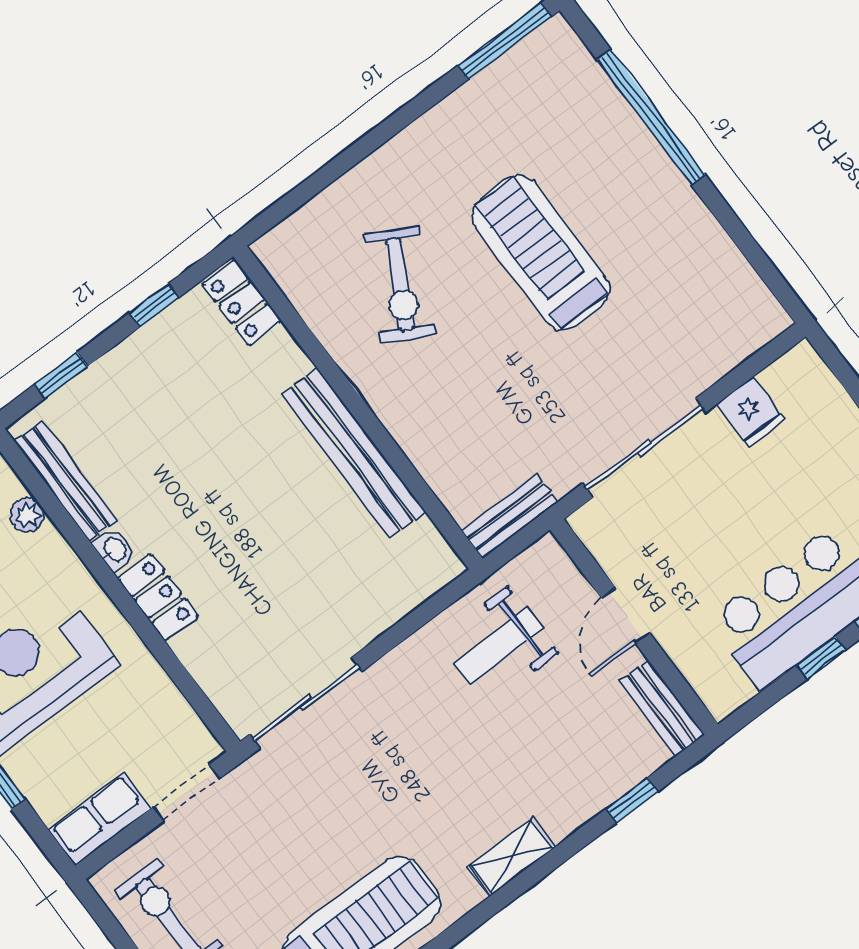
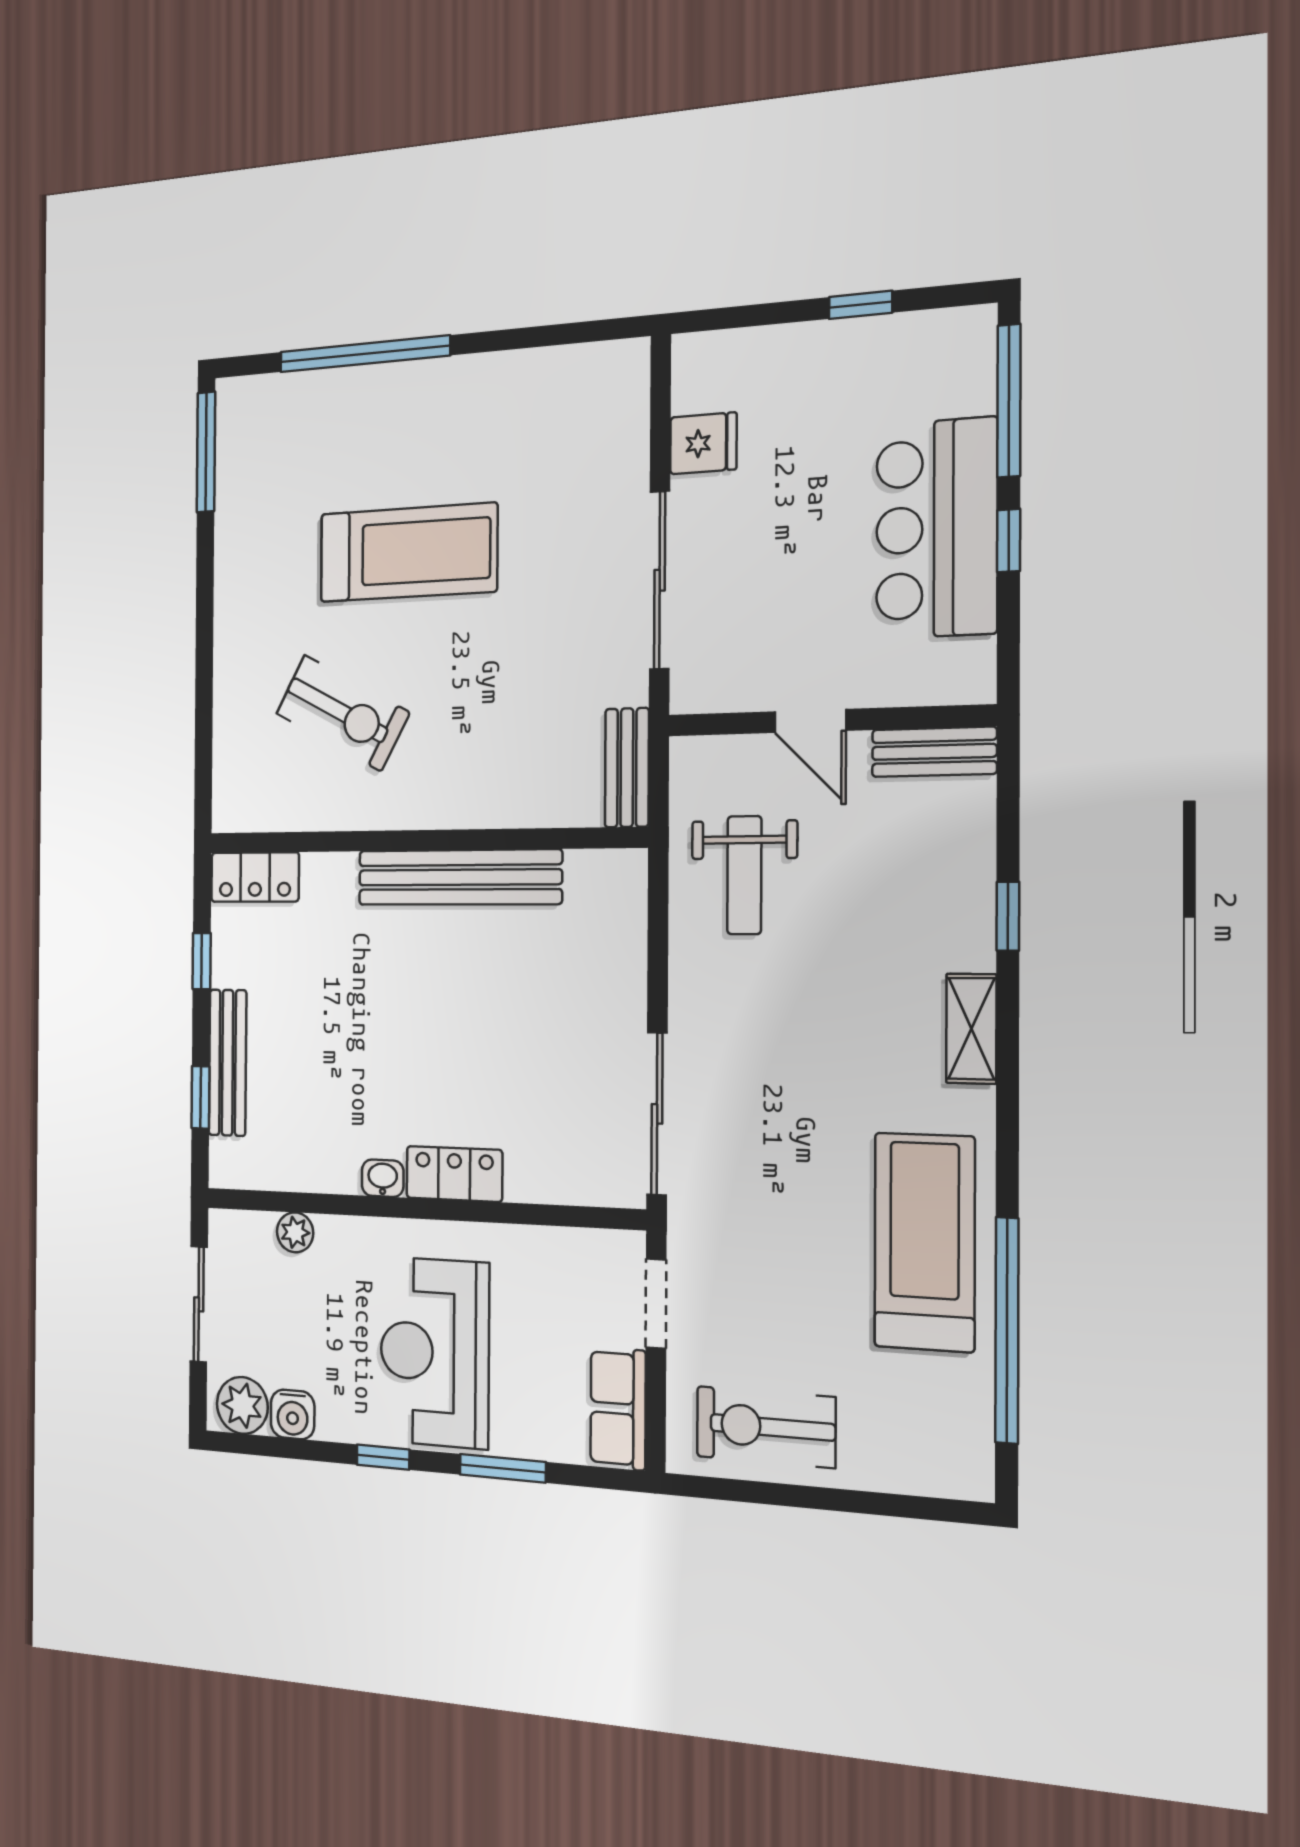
treadmill: (541, 252) -> (408, 553), turned 180
bench: (66, 481) -> (228, 1063), moved, turned 90
window: (632, 800) -> (1008, 916), moved

